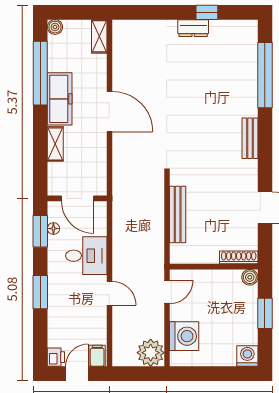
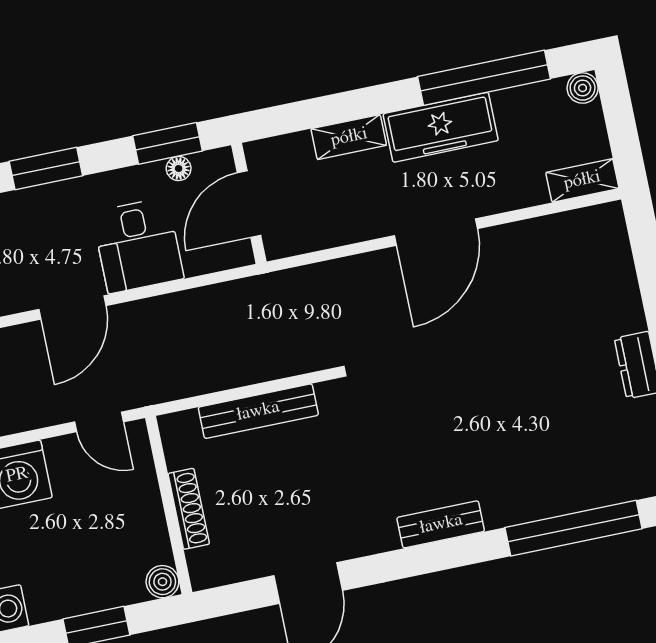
shoe rack: (239, 257) -> (189, 509), moved
door: (109, 293) -> (72, 307), width x1.38

